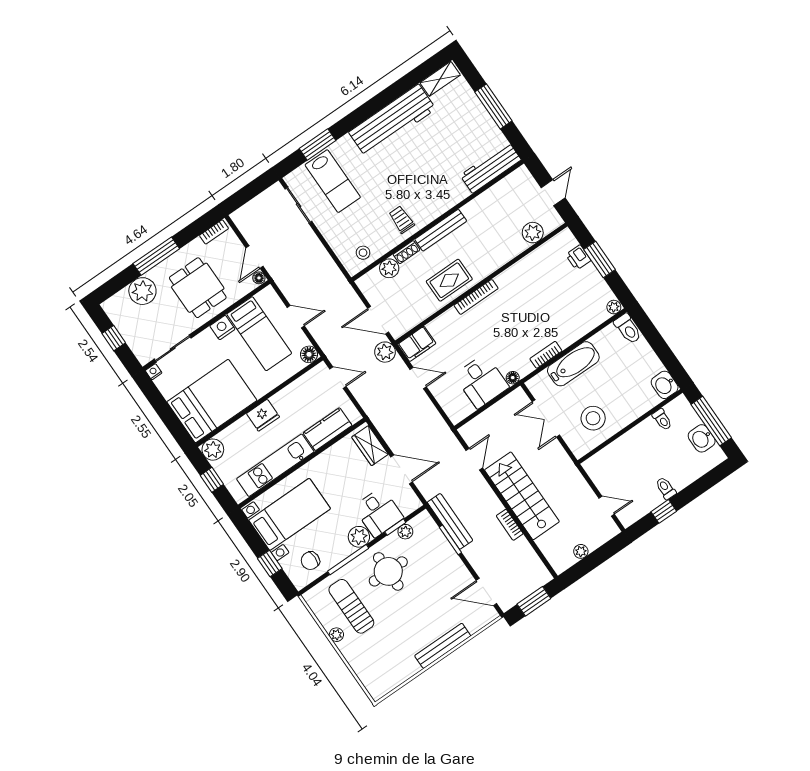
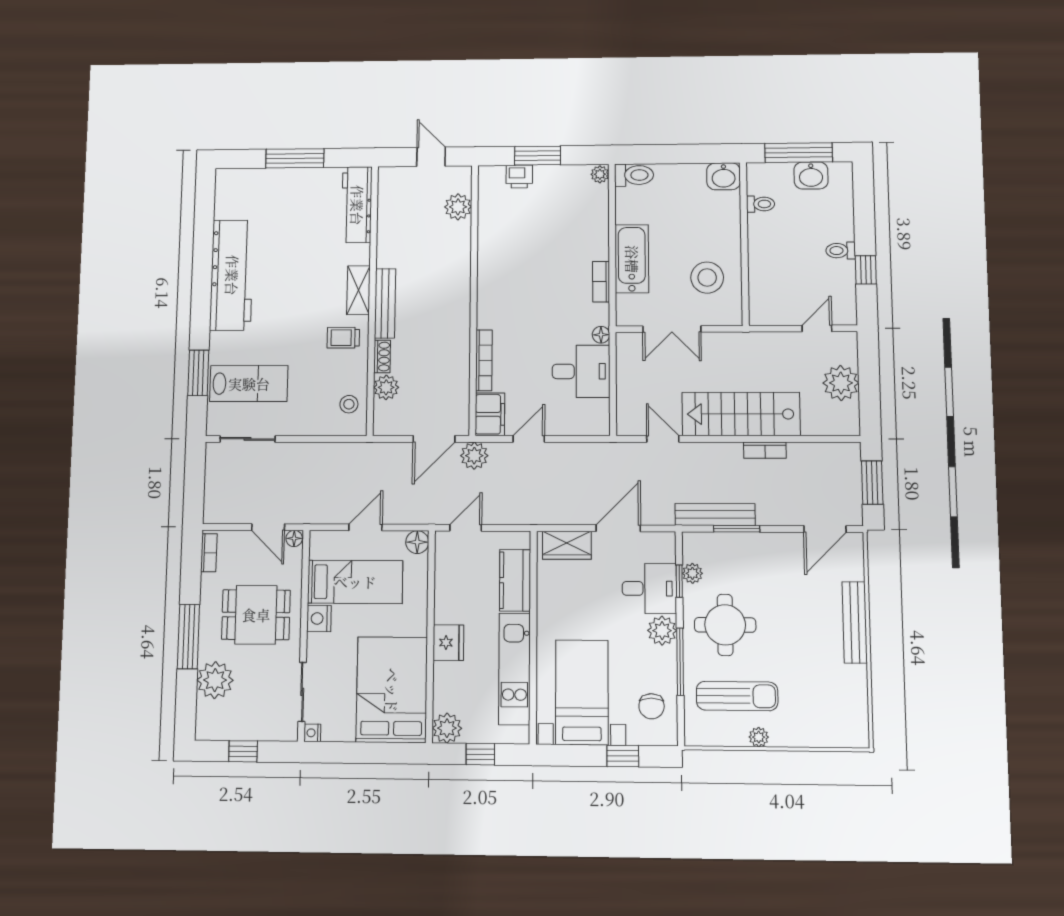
shelving: (440, 79) -> (358, 290), moved
rug: (449, 280) -> (446, 331), removed
bookcase: (476, 297) -> (484, 360), moved
plant: (581, 551) -> (841, 383), width x1.88, depth x1.88
sun lounger: (351, 606) -> (737, 696), turned 180

